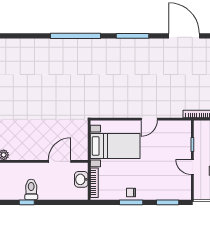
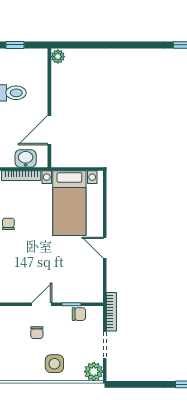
chair: (200, 139) -> (79, 314), added
door: (60, 161) -> (49, 130), swing flipped

